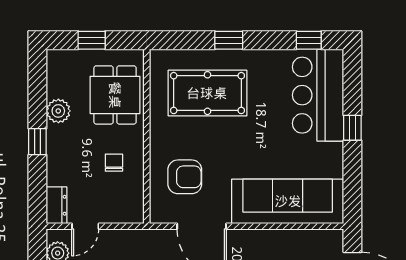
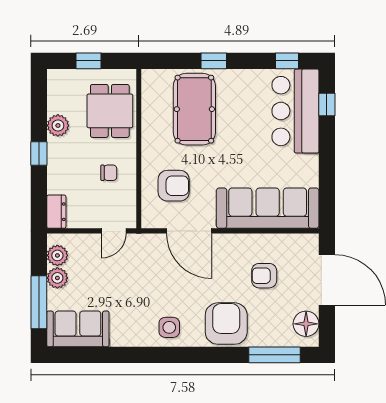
pool table: (207, 93) -> (194, 109), turned 90
window: (352, 128) -> (327, 104), moved
chair: (114, 163) -> (109, 173), turned 90
door: (85, 226) -> (114, 231), moved

